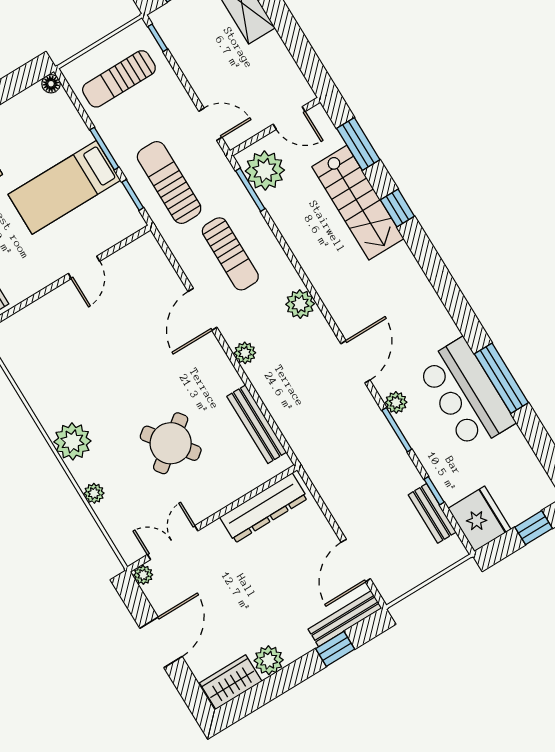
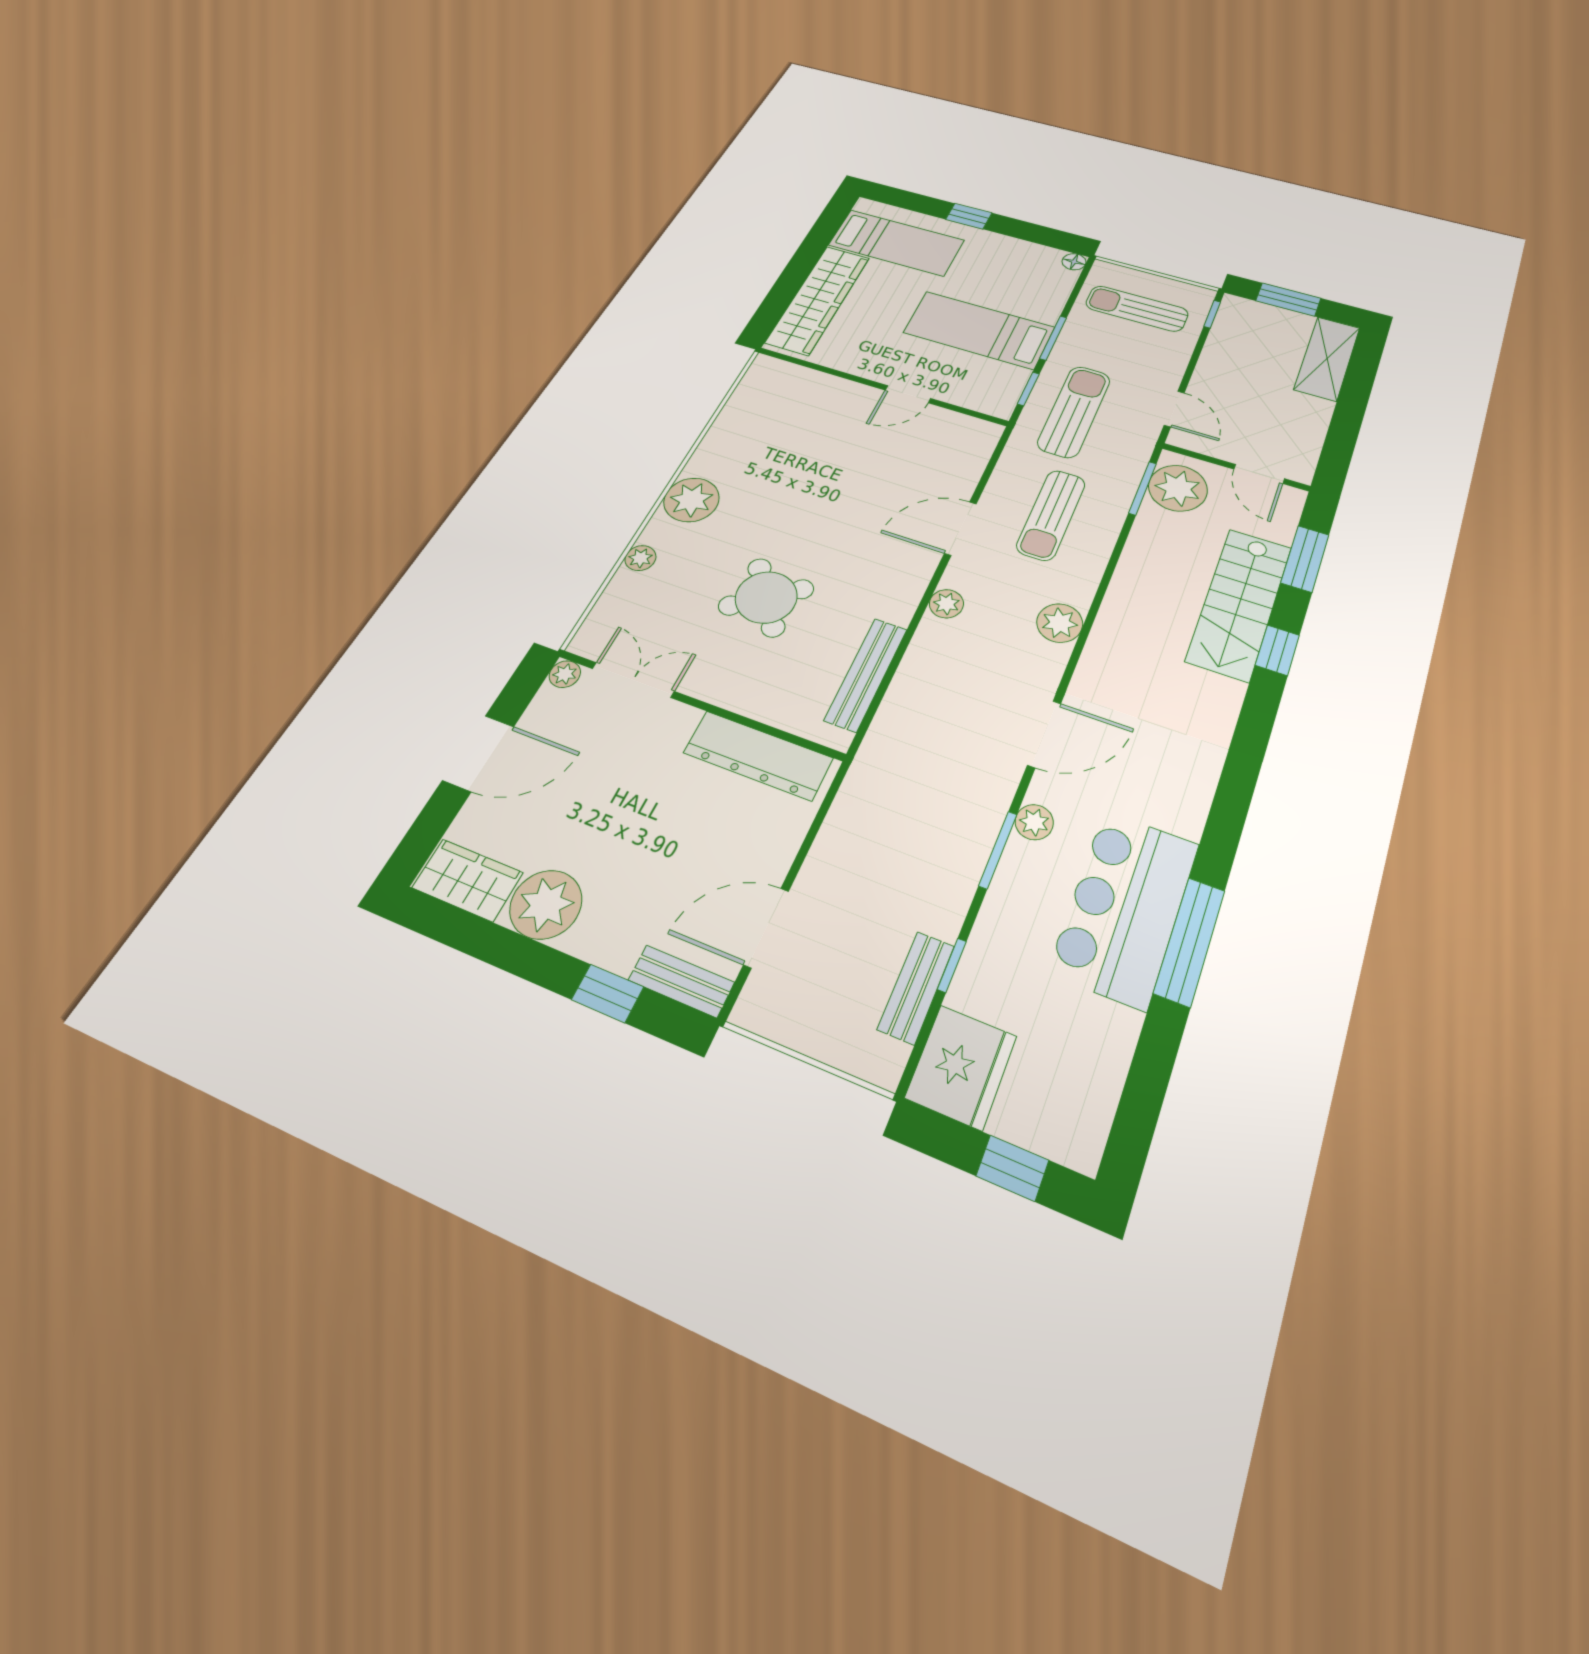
bench: (345, 619) -> (681, 981), width x0.73
plant: (269, 660) -> (546, 904), width x1.36, depth x1.36

